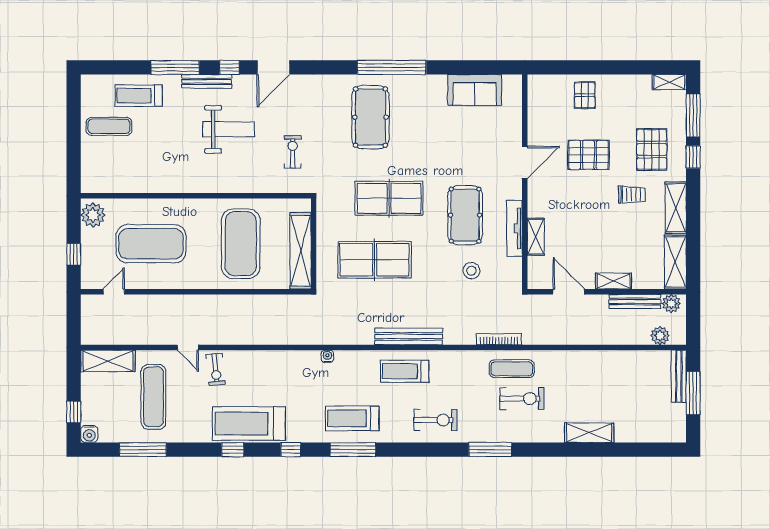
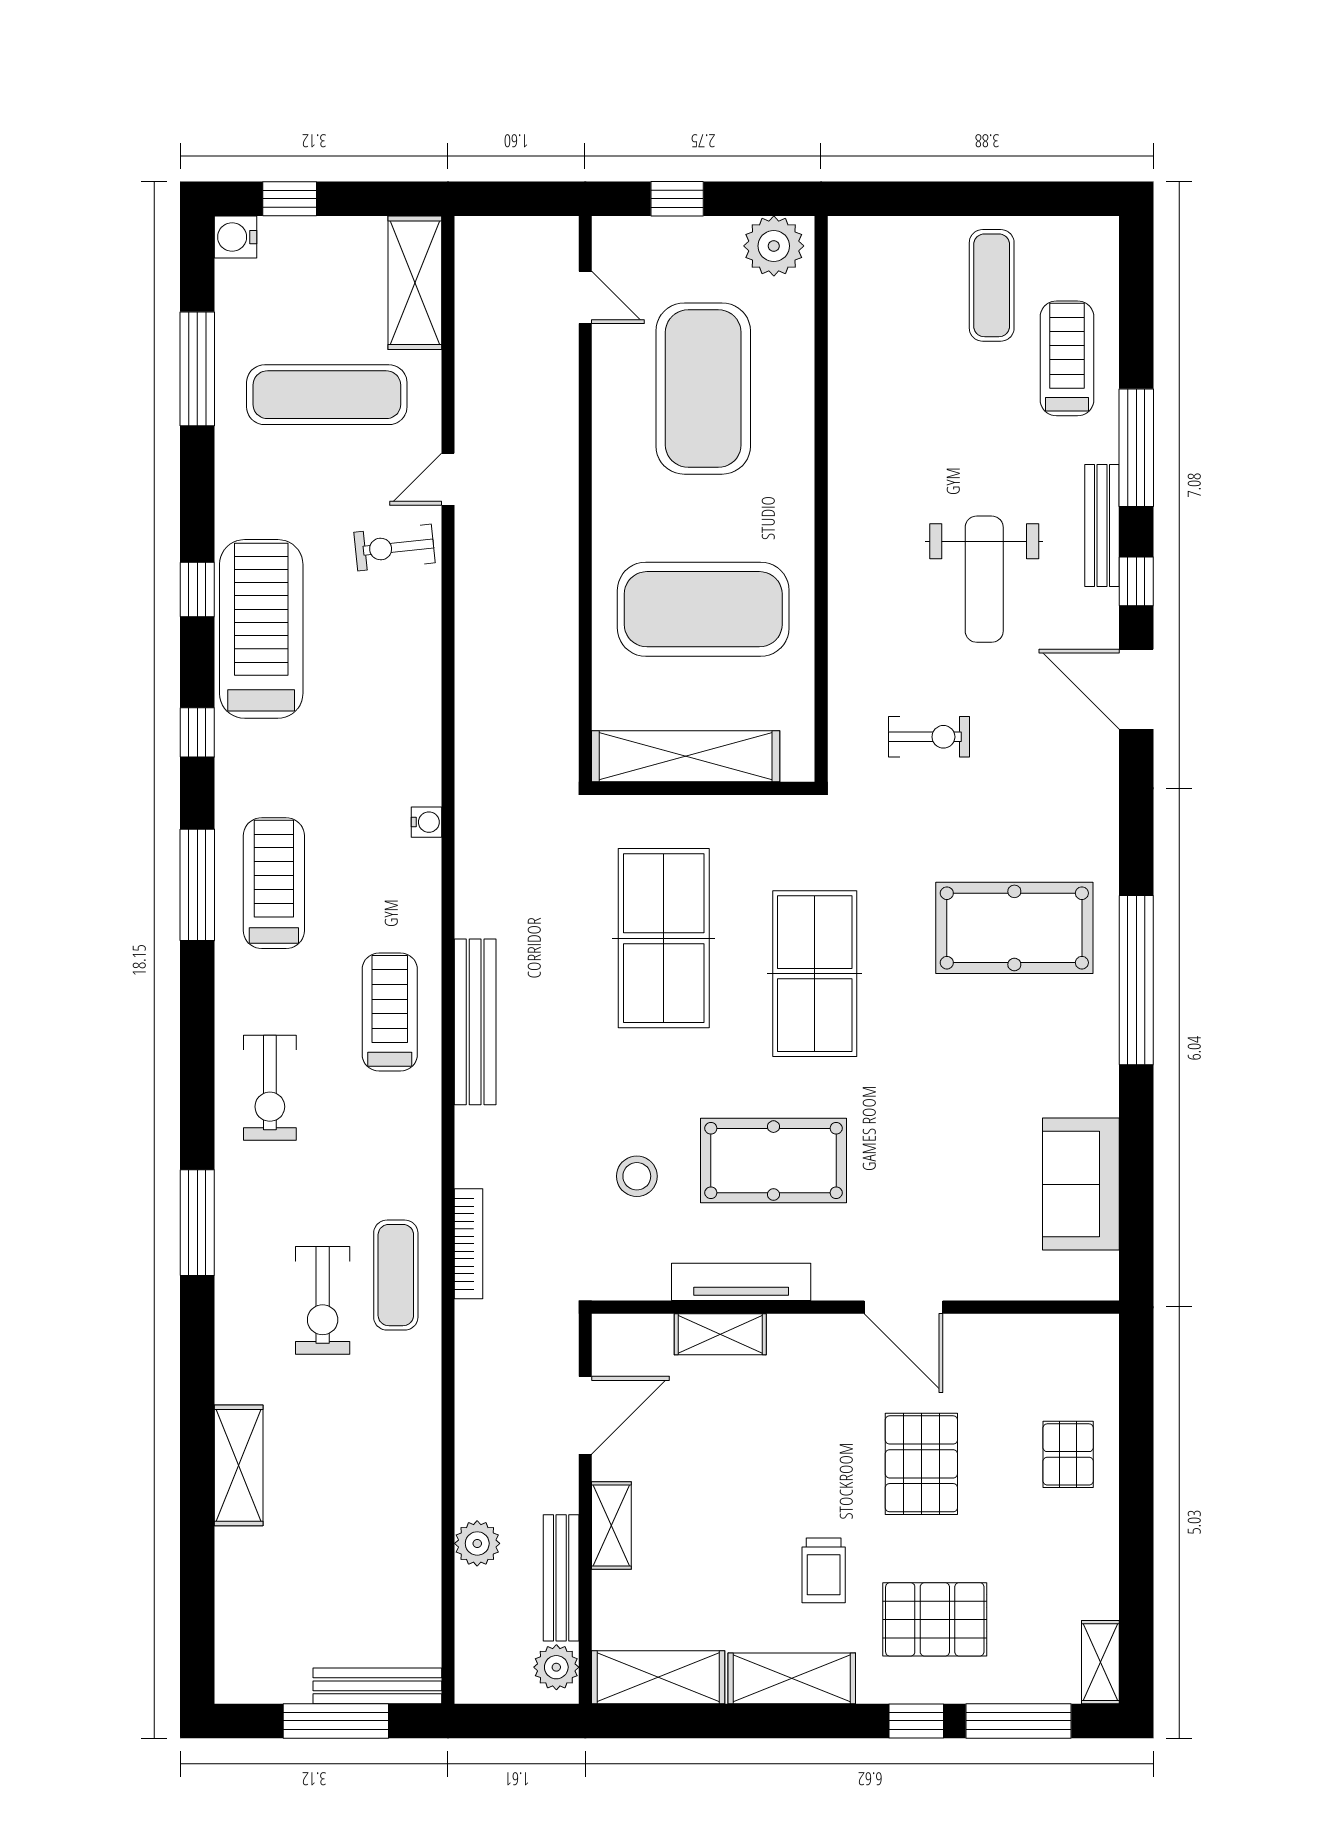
pallet: (585, 95) -> (1068, 1454), turned 90
plant: (660, 336) -> (477, 1543), moved

